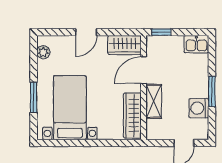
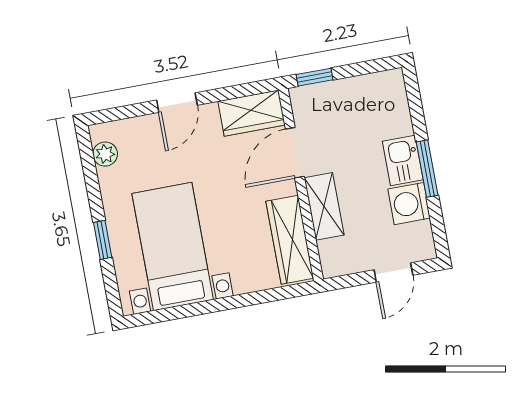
kitchen sink: (196, 44) -> (403, 161), moved, turned 90
window: (34, 97) -> (103, 240), width x0.67

